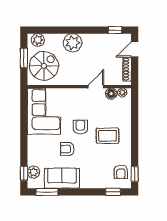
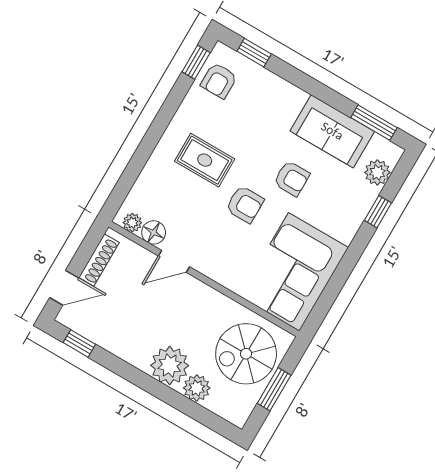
plant: (38, 40) -> (197, 388), moved
armchair: (80, 127) -> (245, 204), turned -90
armchair: (121, 172) -> (219, 81), turned 180
window: (24, 173) -> (378, 212), moved

